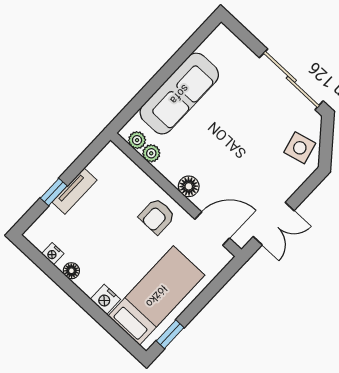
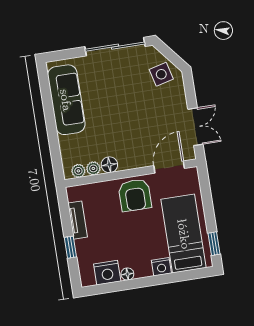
sofa: (179, 94) -> (66, 100), moved
floor lamp: (189, 186) -> (109, 165), moved
tv unit: (74, 191) -> (78, 220), moved
armchair: (157, 216) -> (135, 195), width x1.38, depth x1.38
nightstand: (53, 254) -> (107, 273), width x1.89, depth x1.79

